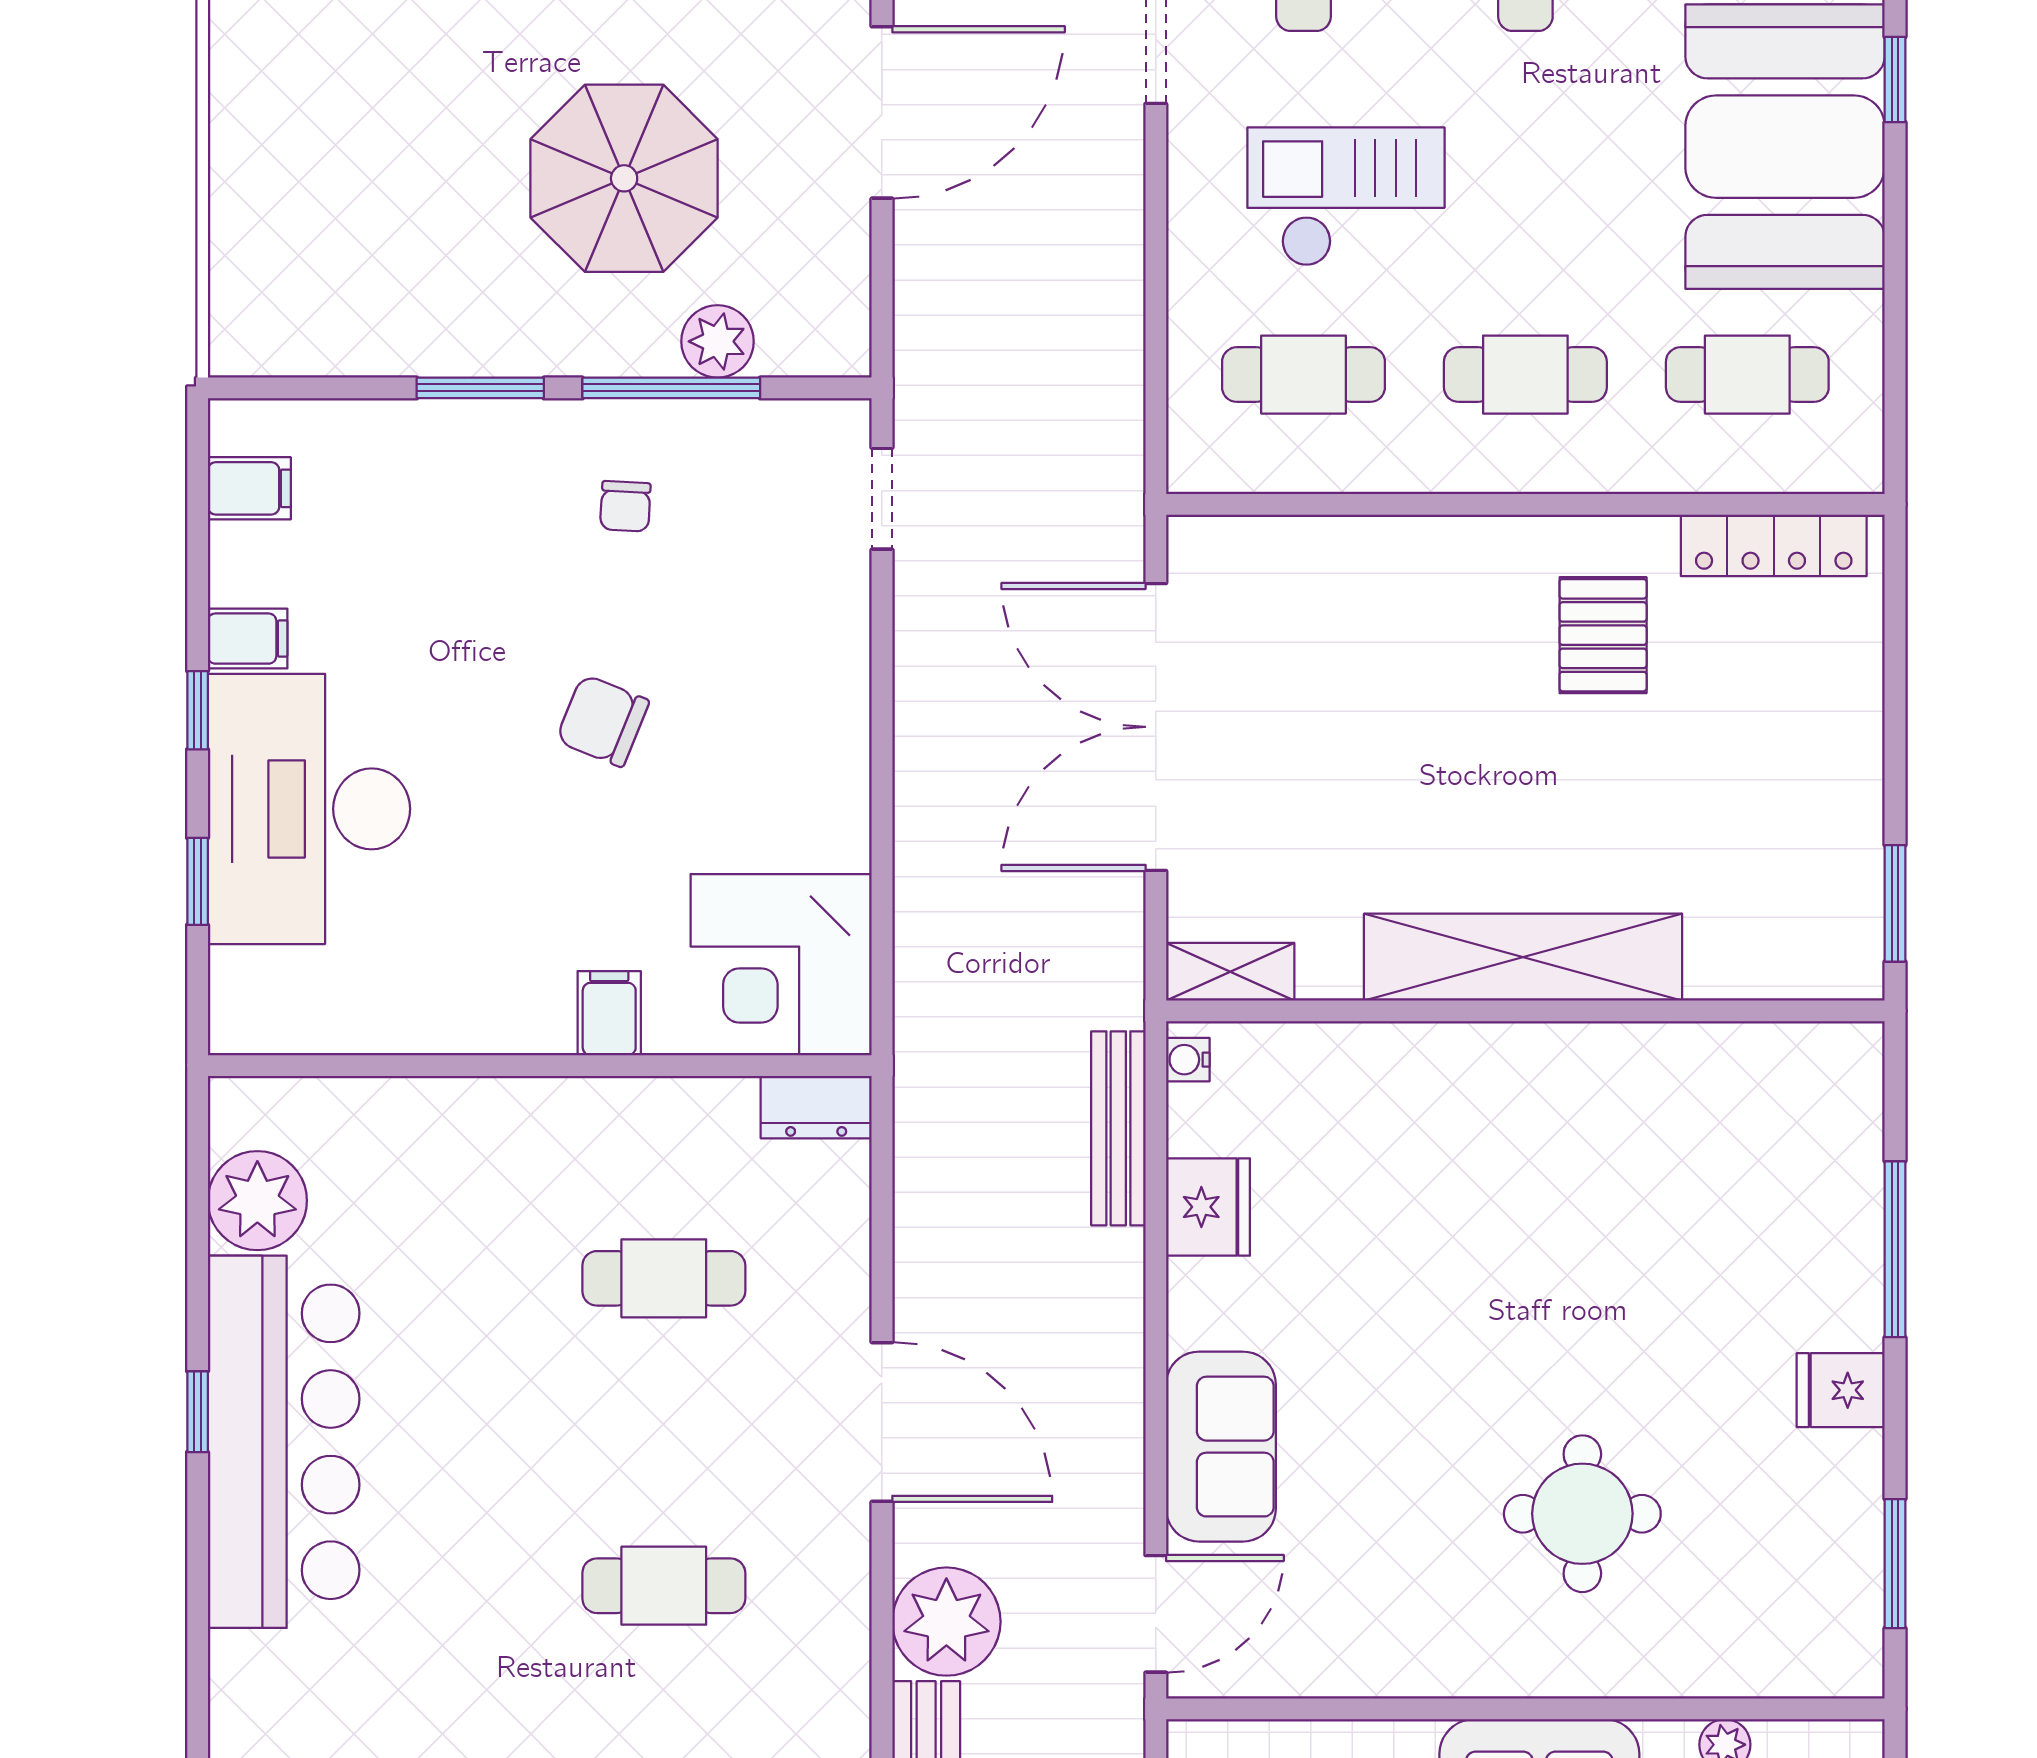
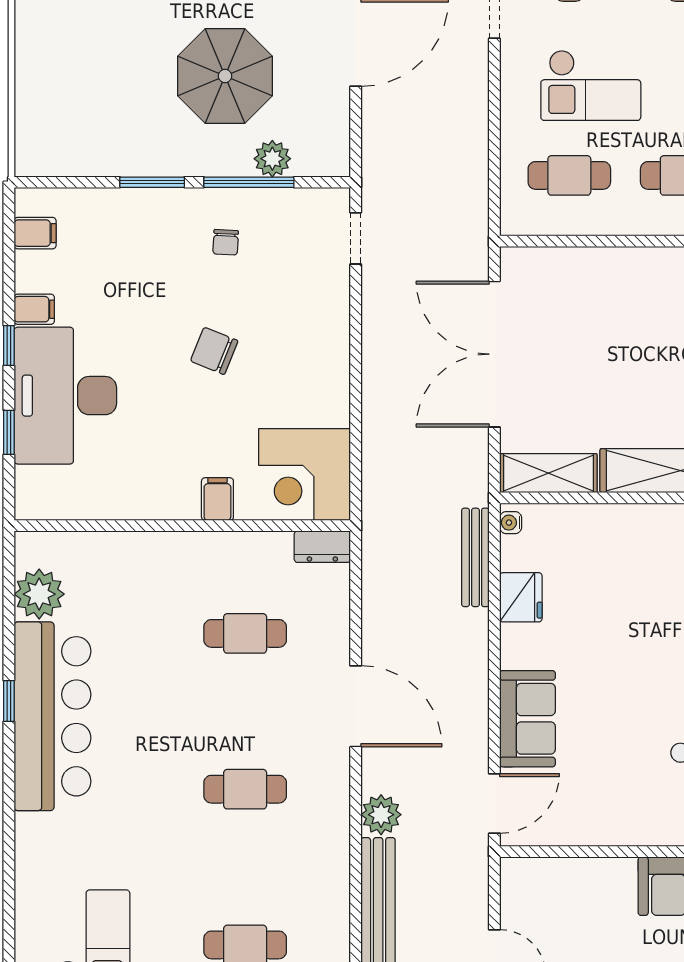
checkout: (1346, 197) -> (591, 85), turned 180
shelving: (1230, 972) -> (548, 473), width x1.50, depth x1.33
plant: (946, 1622) -> (381, 815), width x0.73, depth x0.73

